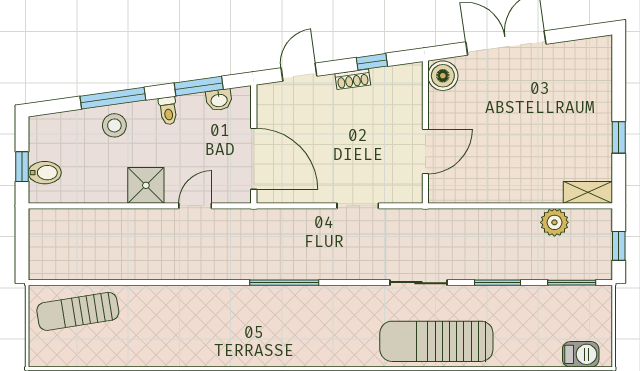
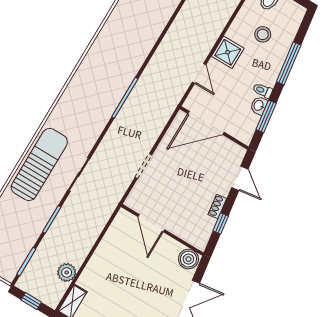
washbasin: (219, 100) -> (259, 106), moved
stool: (114, 125) -> (263, 34), moved

